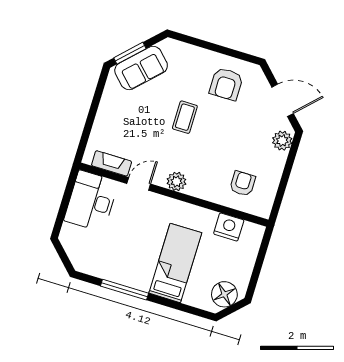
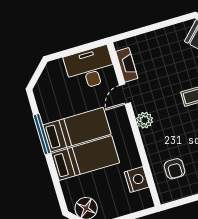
door: (139, 184) -> (125, 94), swing flipped
armchair: (243, 184) -> (175, 169), turned 90
bed: (142, 253) -> (77, 130), added

